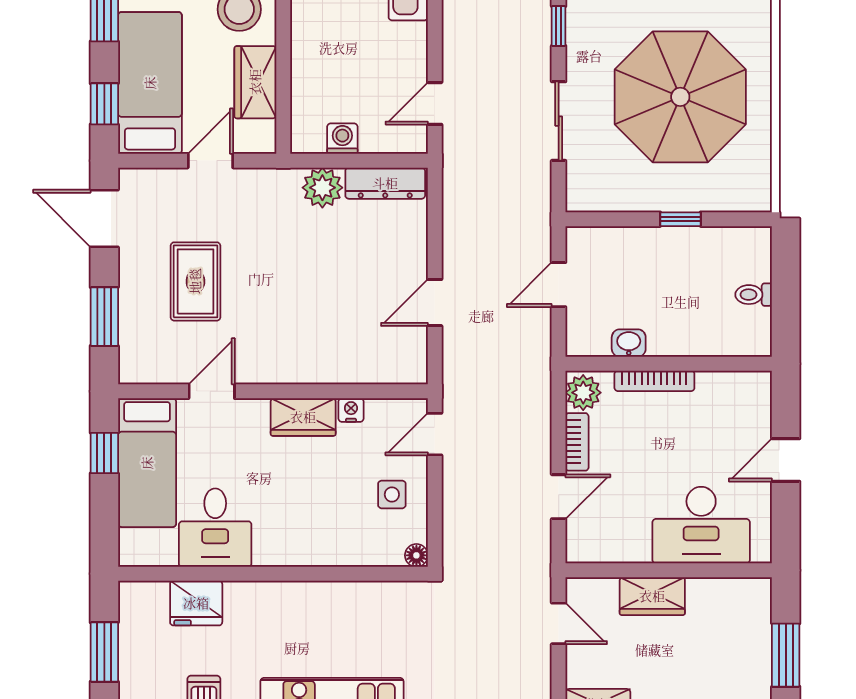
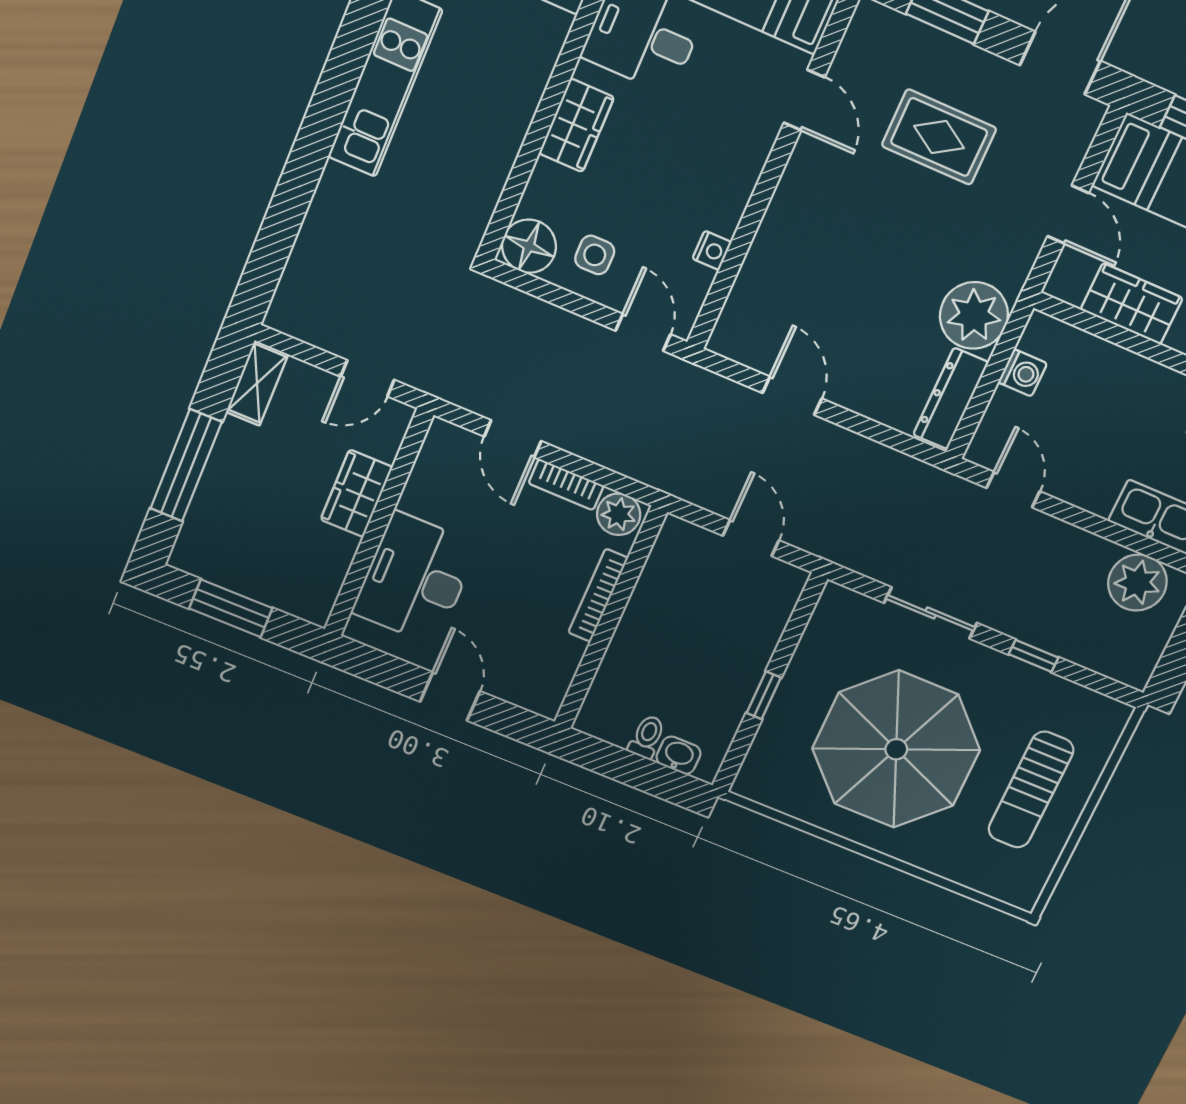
plant: (322, 188) -> (974, 315), width x1.36, depth x1.36
washbasin: (629, 343) -> (678, 755), moved, turned -90
wardrobe: (303, 417) -> (576, 125), moved, turned 180
floor lamp: (416, 555) -> (529, 246), width x1.89, depth x1.89

